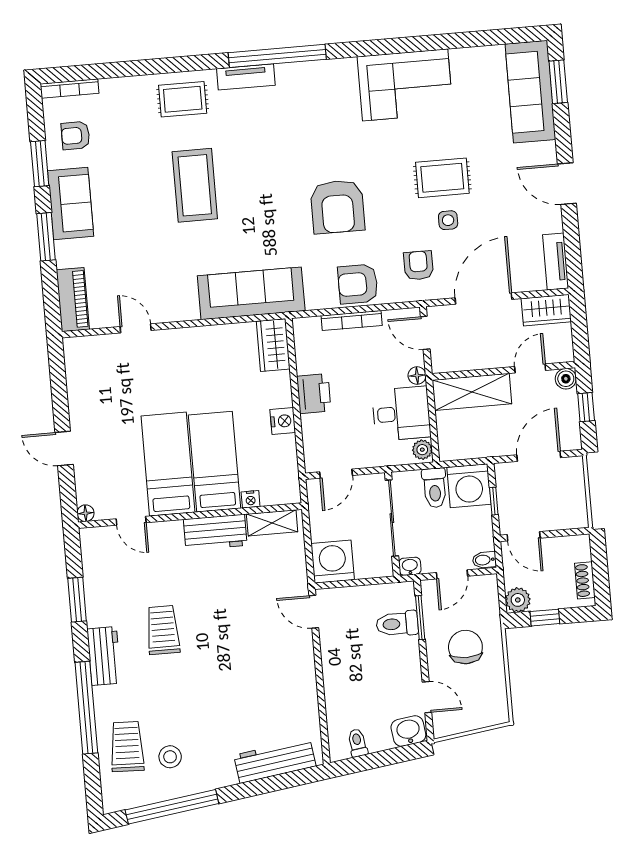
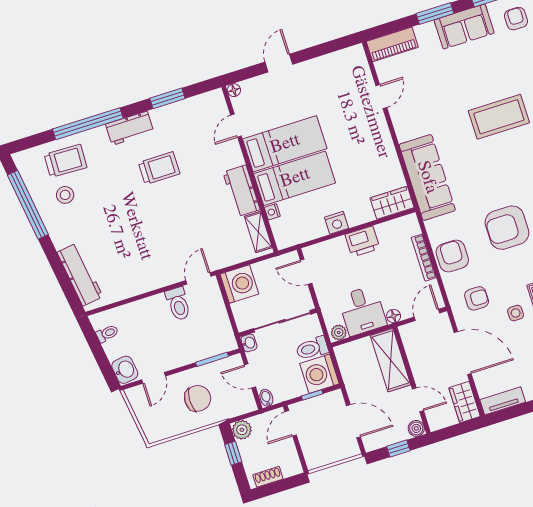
toilet: (397, 624) -> (178, 304), moved, turned 180

